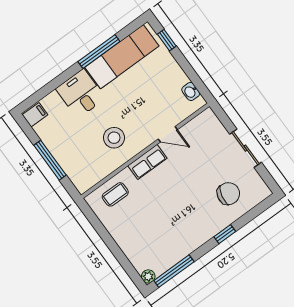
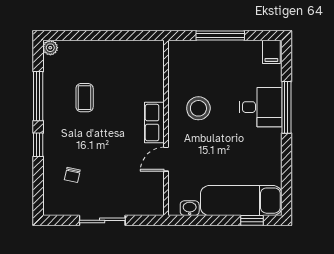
window: (99, 51) -> (286, 107), moved
exam couch: (122, 57) -> (241, 201), moved, turned 90
coffee table: (115, 194) -> (85, 98), moved
chair: (228, 194) -> (72, 175), width x0.54, depth x0.54
window: (174, 271) -> (38, 96), moved

